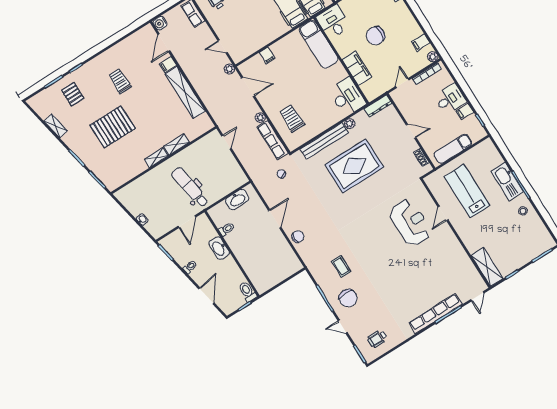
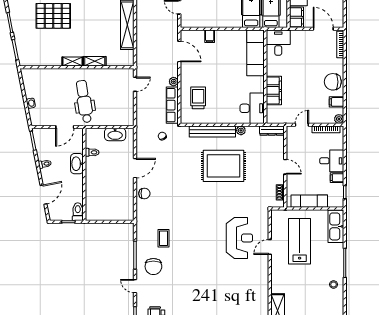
chair: (376, 36) -> (333, 82), moved
plant: (229, 69) -> (173, 28), removed
kitchen sink: (507, 181) -> (336, 226), moved

